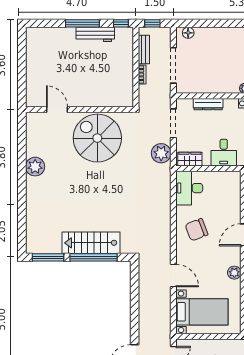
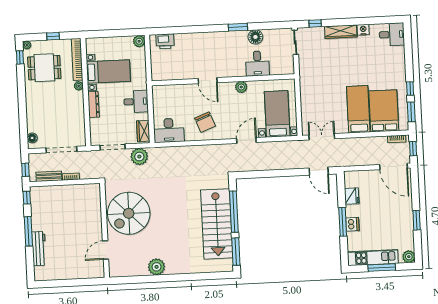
workbench: (95, 34) -> (39, 249), moved
dresser: (208, 104) -> (94, 104), moved
stairs: (91, 243) -> (217, 224), width x1.36, depth x1.51

